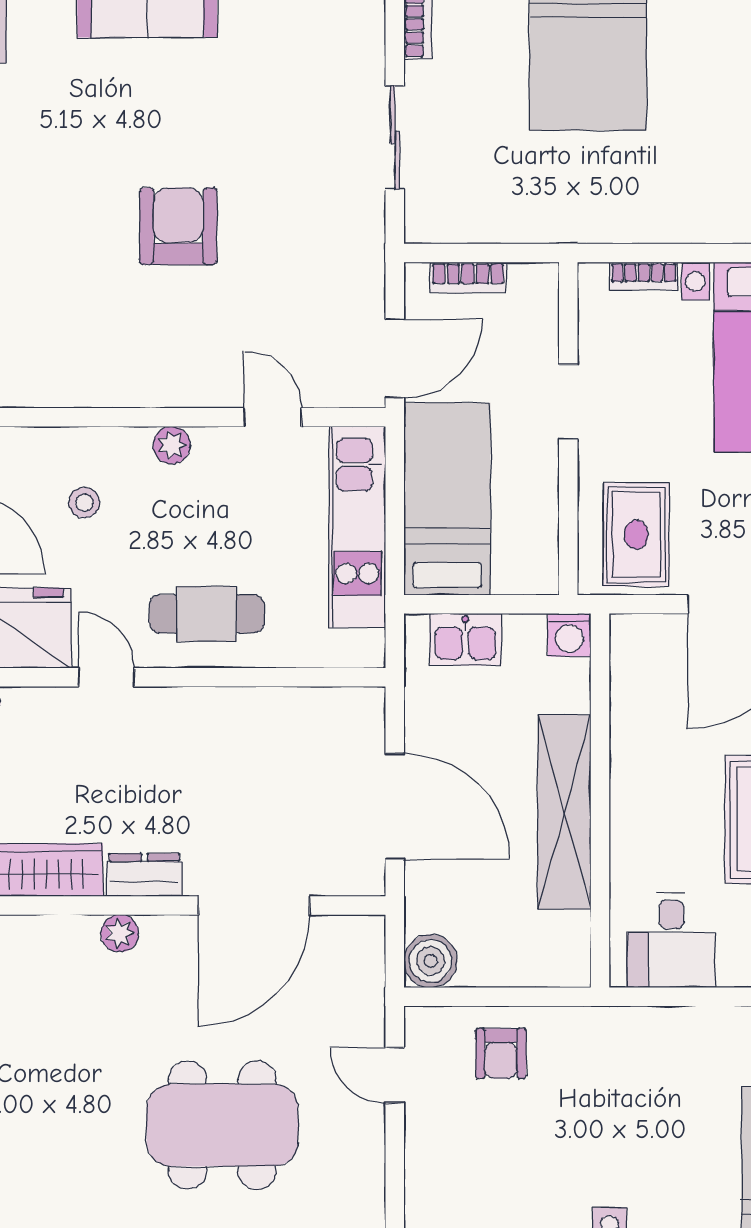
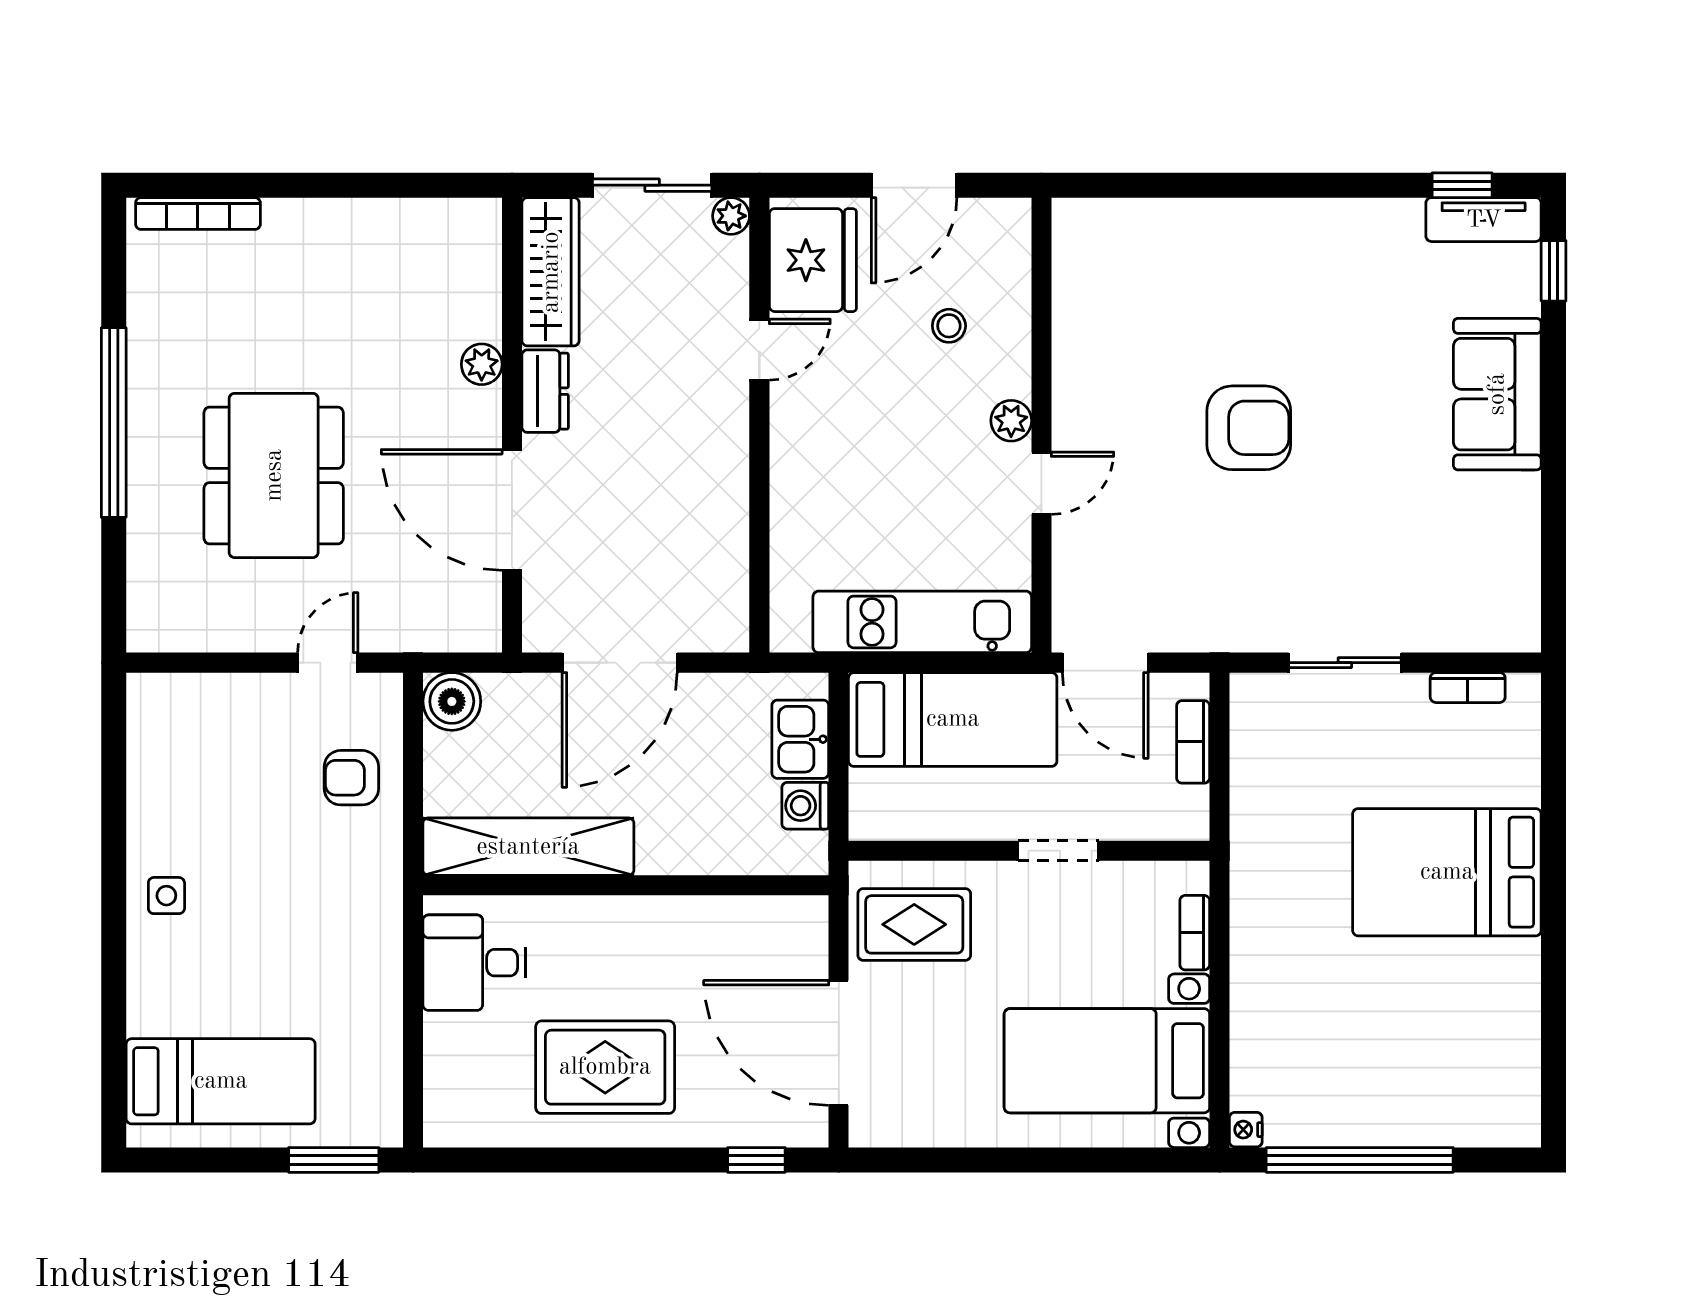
door: (273, 417) -> (1041, 483), moved
cafe table: (207, 614) -> (828, 459), removed
washing machine: (569, 635) -> (805, 806), moved
shelving: (564, 812) -> (528, 847), moved

